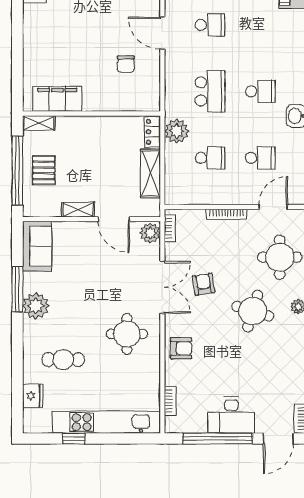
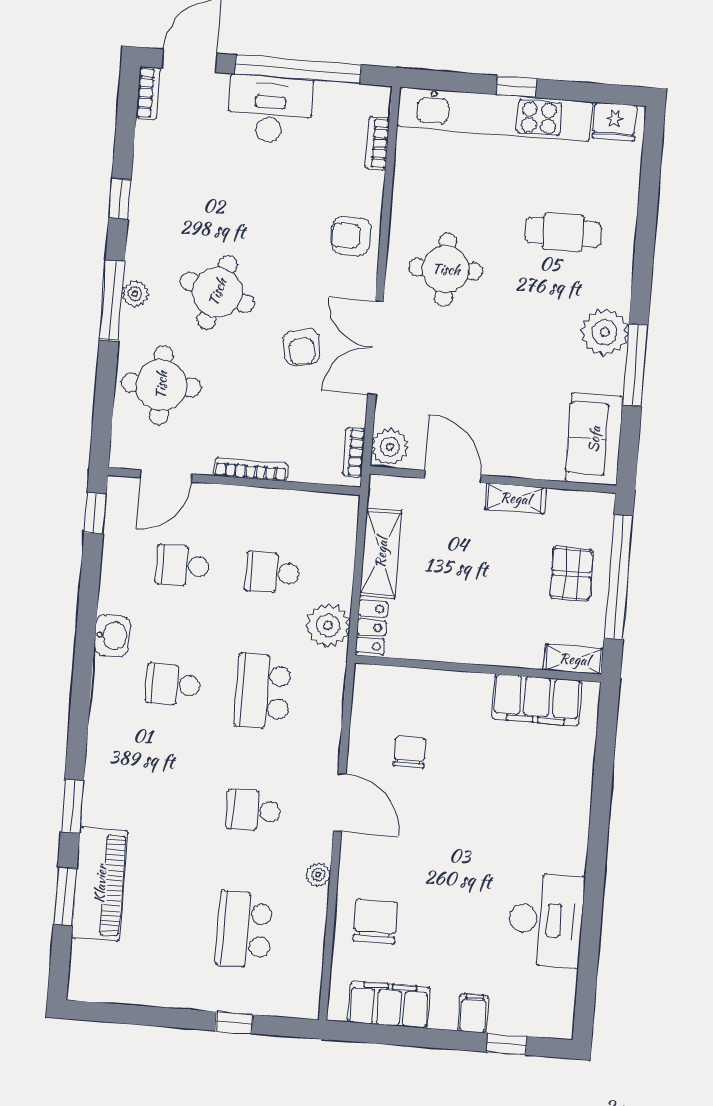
fridge: (33, 396) -> (614, 122), moved, turned -90
window: (74, 439) -> (516, 87), moved

